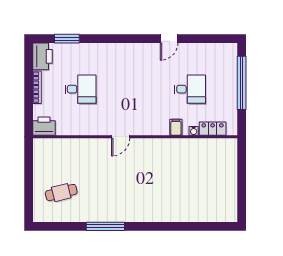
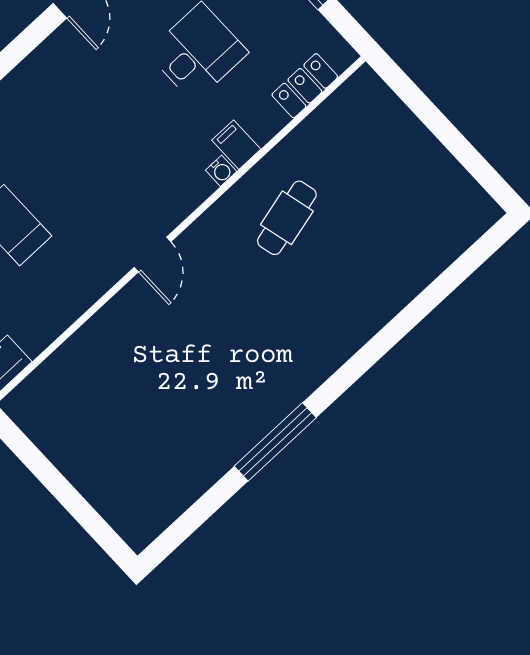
water cooler: (194, 131) -> (221, 171), moved
cafe table: (61, 193) -> (287, 218), moved

